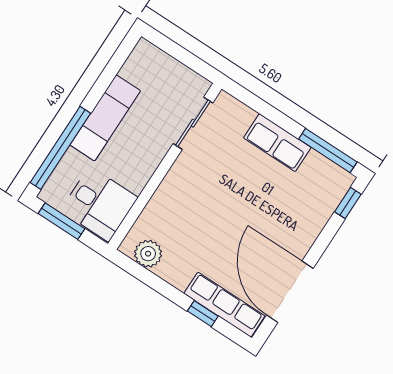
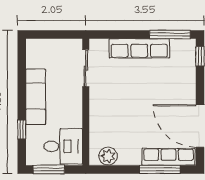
row of seats: (277, 143) -> (139, 48), width x1.48
window: (60, 148) -> (22, 129), width x0.32
window: (203, 314) -> (160, 169), width x2.17

